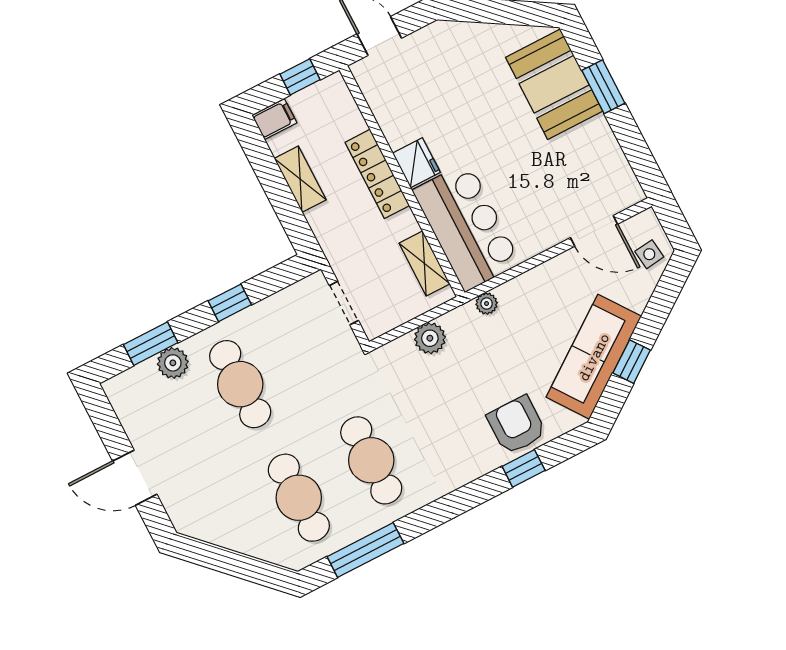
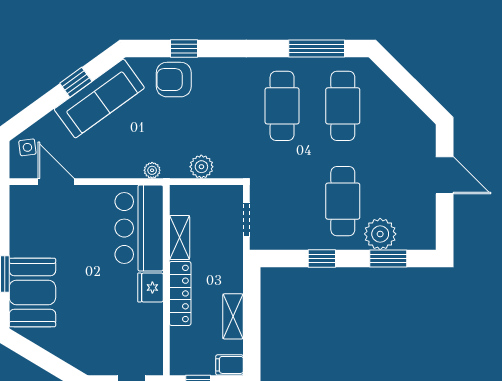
shelving: (424, 263) -> (180, 237), moved
plant: (173, 363) -> (380, 234), width x1.36, depth x1.36
armchair: (517, 425) -> (174, 80), turned 90

